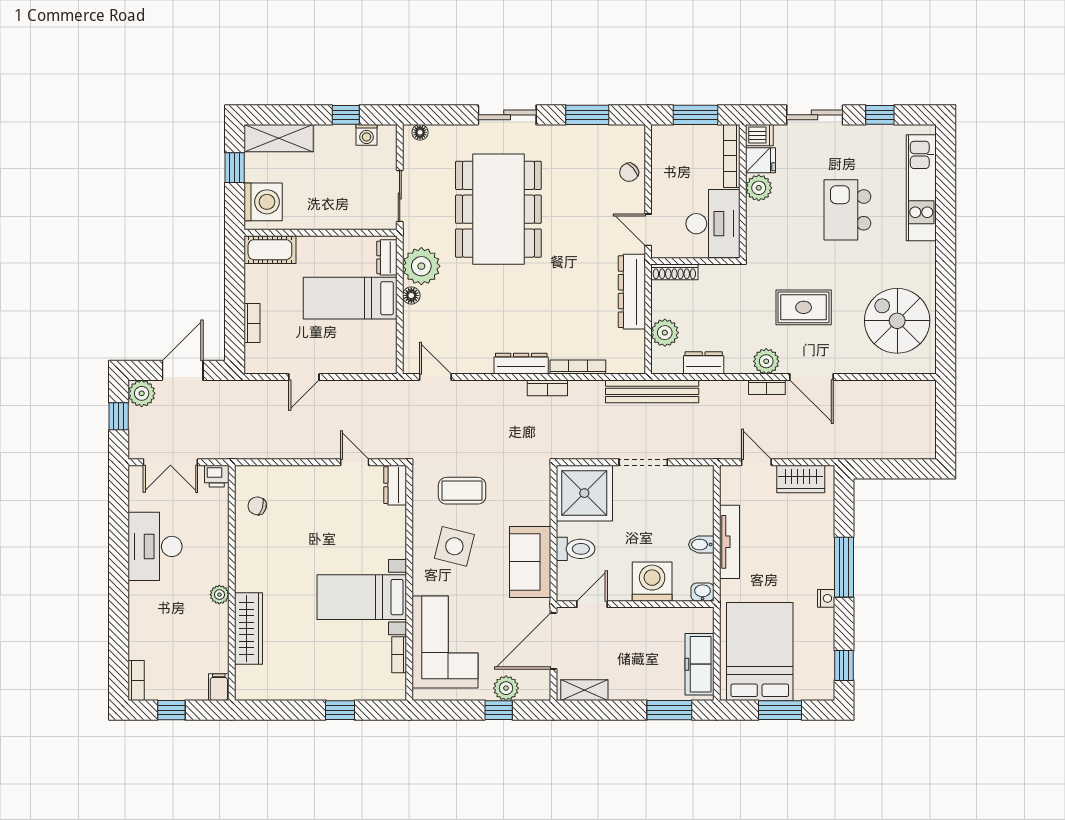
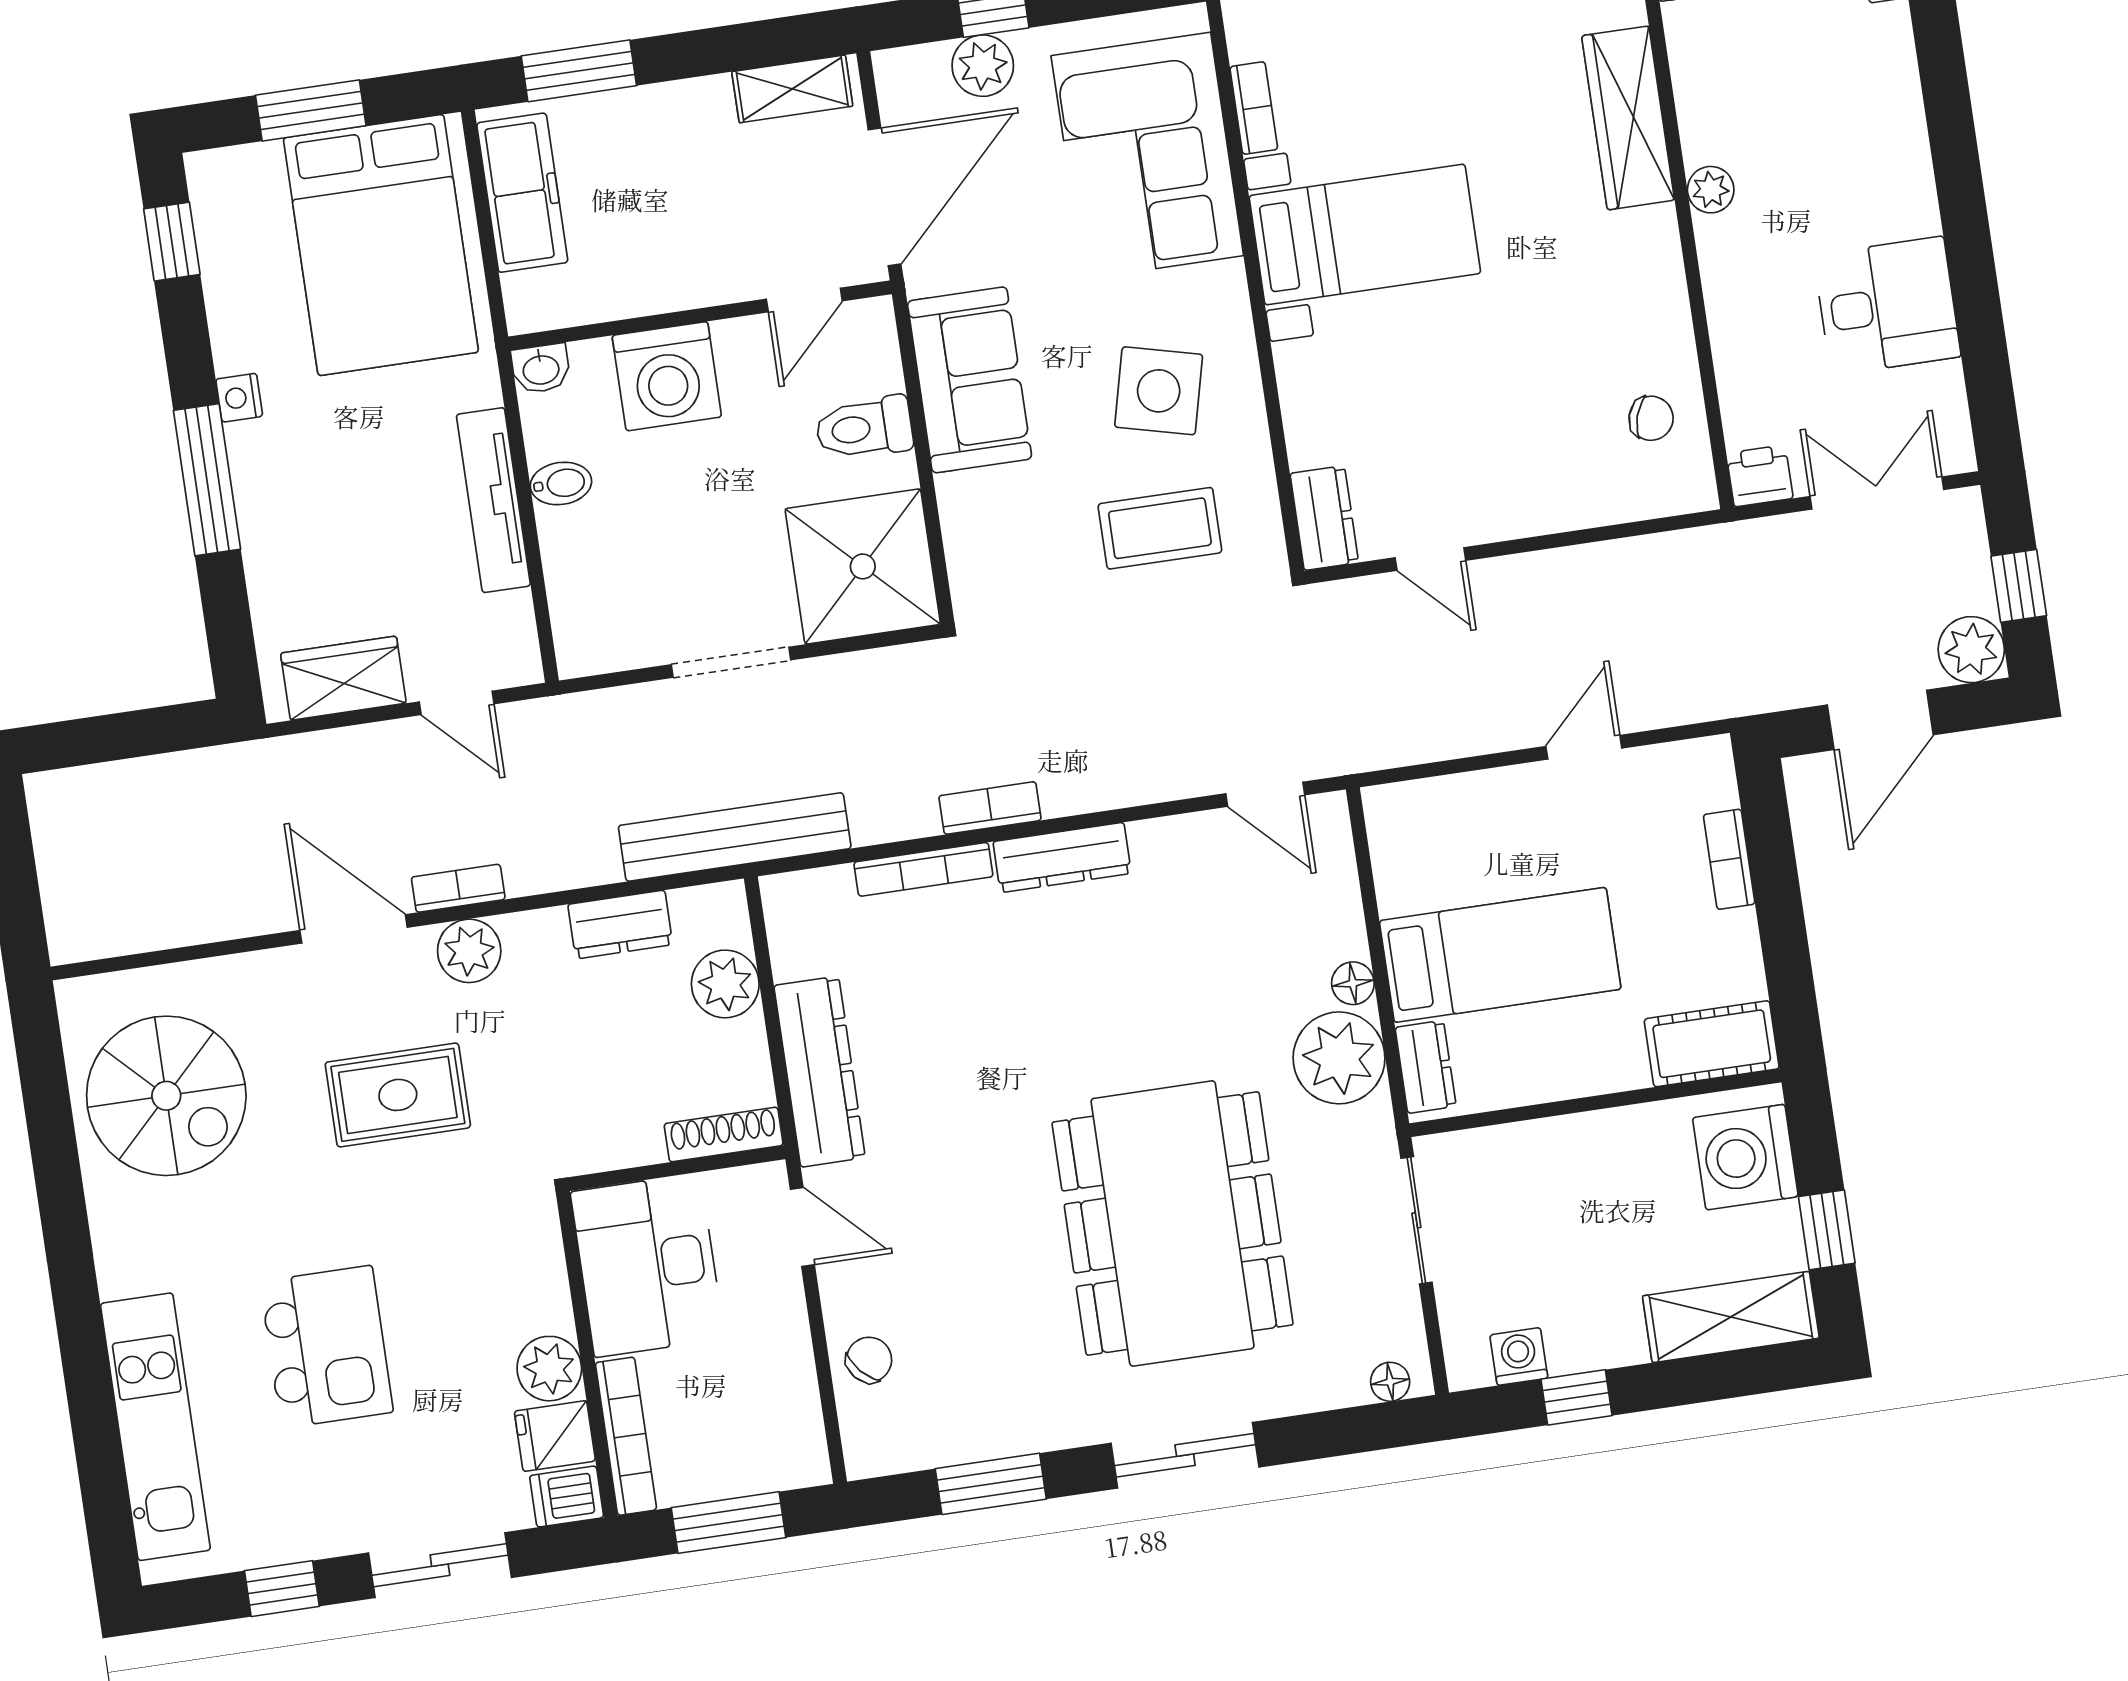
desk: (155, 546) -> (1887, 306), width x0.73

